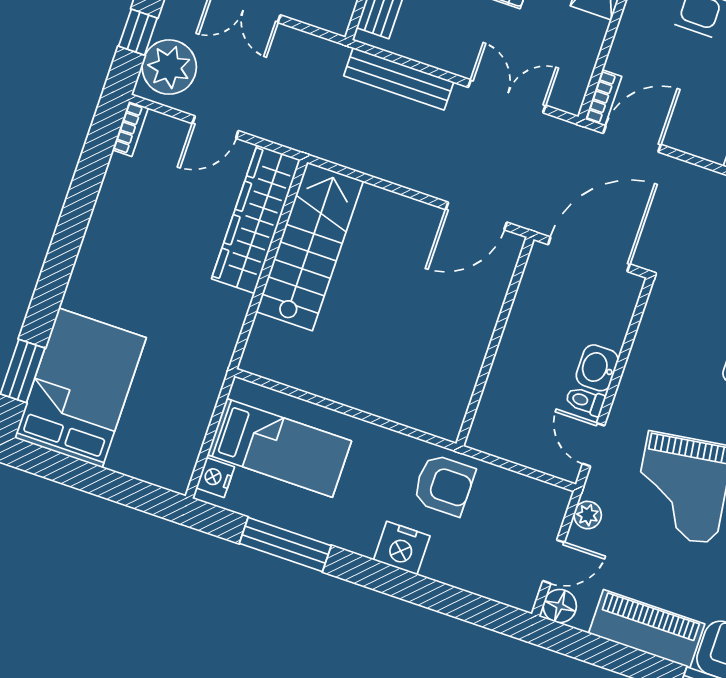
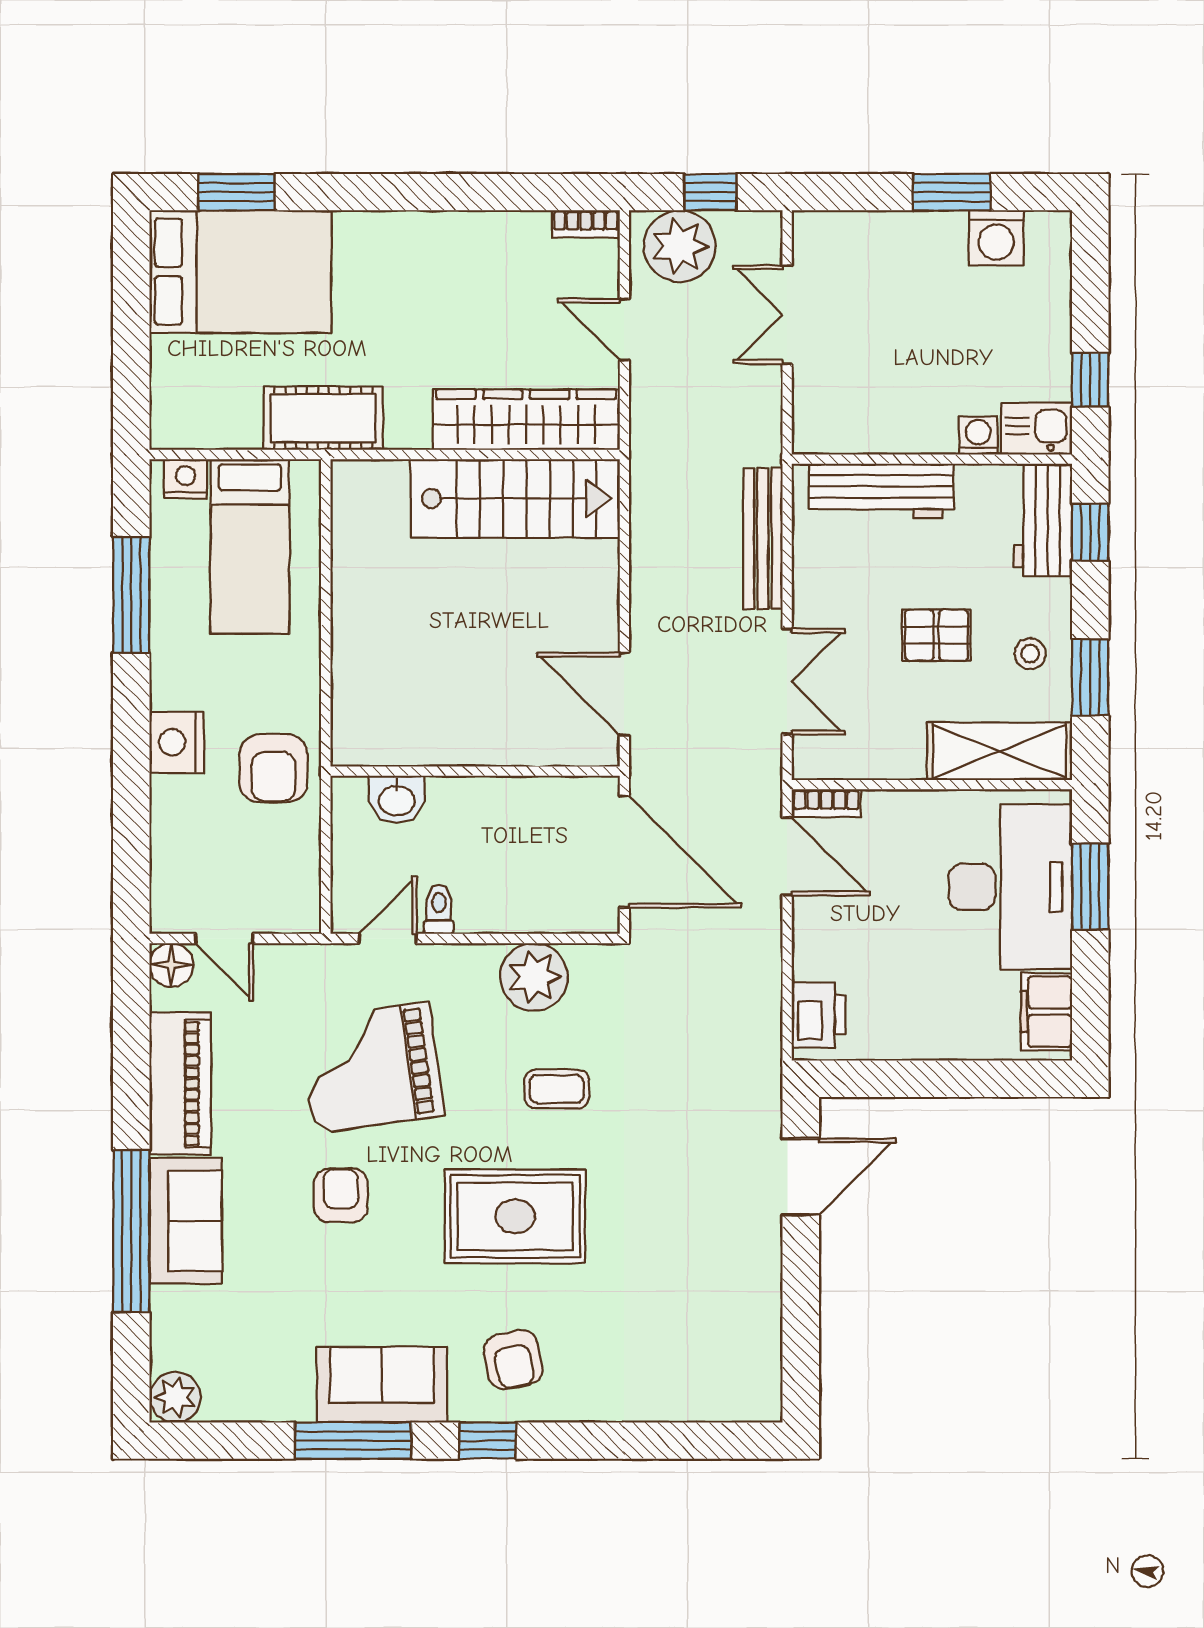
cot: (205, 364) -> (323, 418), added
washbasin: (597, 368) -> (397, 799), moved, turned 180
plant: (588, 515) -> (534, 977), moved, width x1.87, depth x1.87

